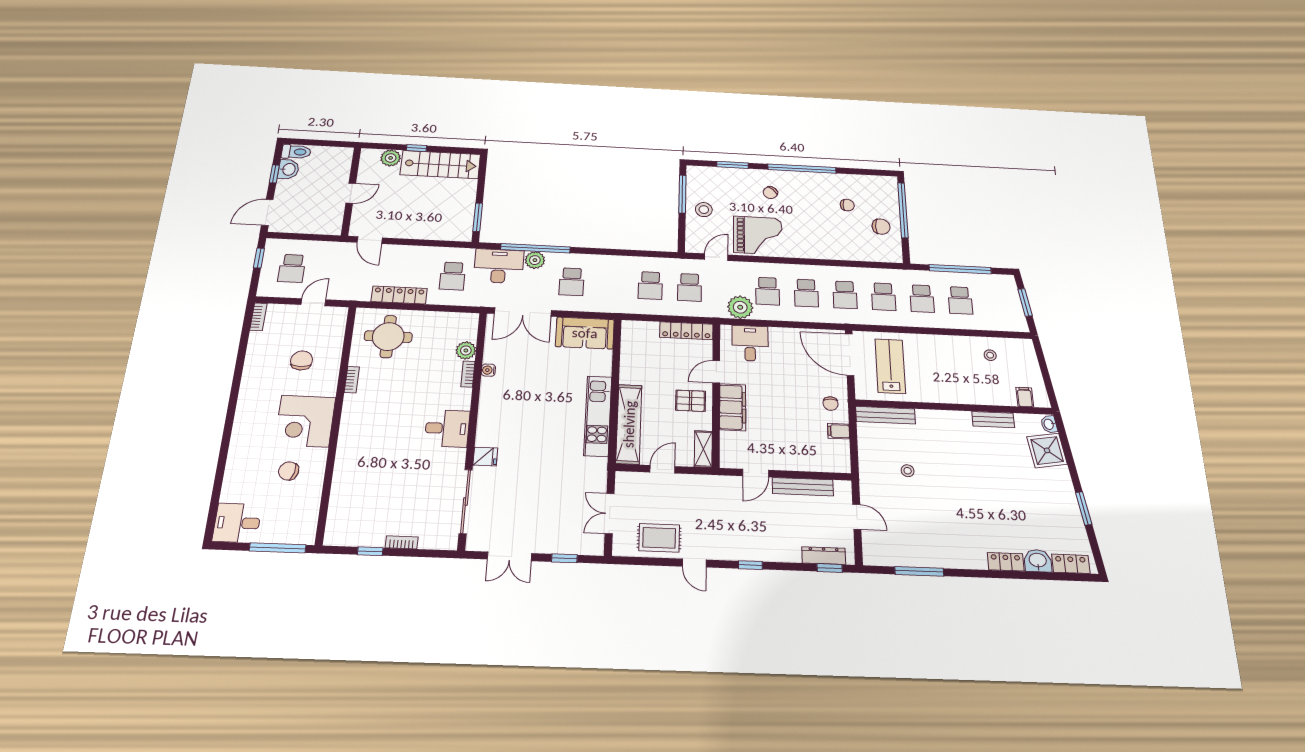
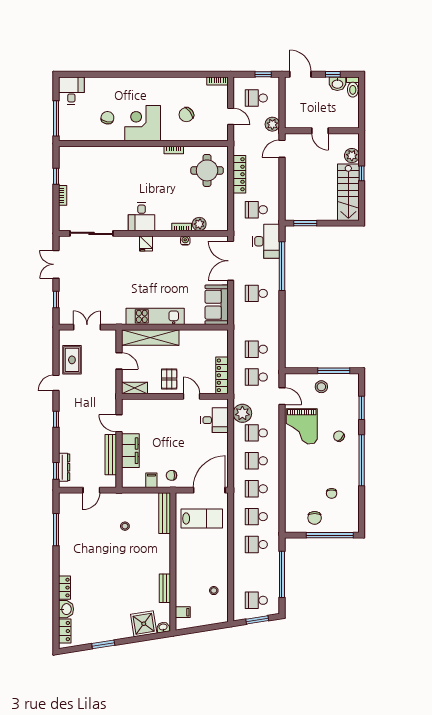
plant: (535, 260) -> (272, 124), moved
school desk: (960, 300) -> (256, 600), moved
chair: (302, 360) -> (186, 115), turned 144
filing cabinet: (733, 407) -> (130, 451), moved, turned -90
fridge: (485, 457) -> (146, 244), moved

